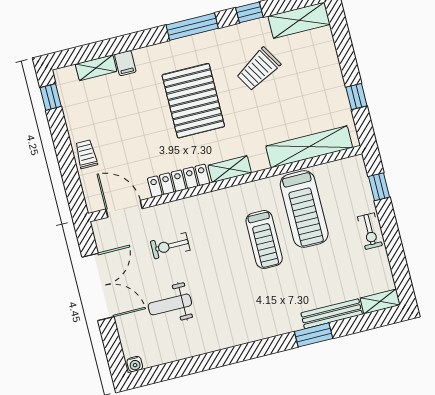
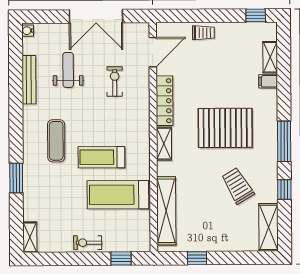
exercise mat: (258, 298) -> (56, 141), added
bench: (332, 314) -> (29, 80), moved

